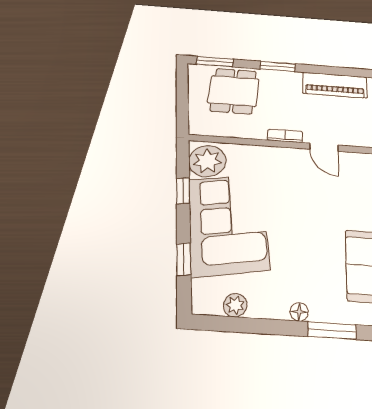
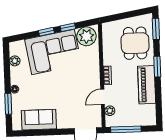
piano: (335, 85) -> (147, 85), moved
dining table: (234, 91) -> (135, 43), turned 90
plant: (350, 139) -> (110, 111), added
window: (184, 259) -> (46, 32), moved

